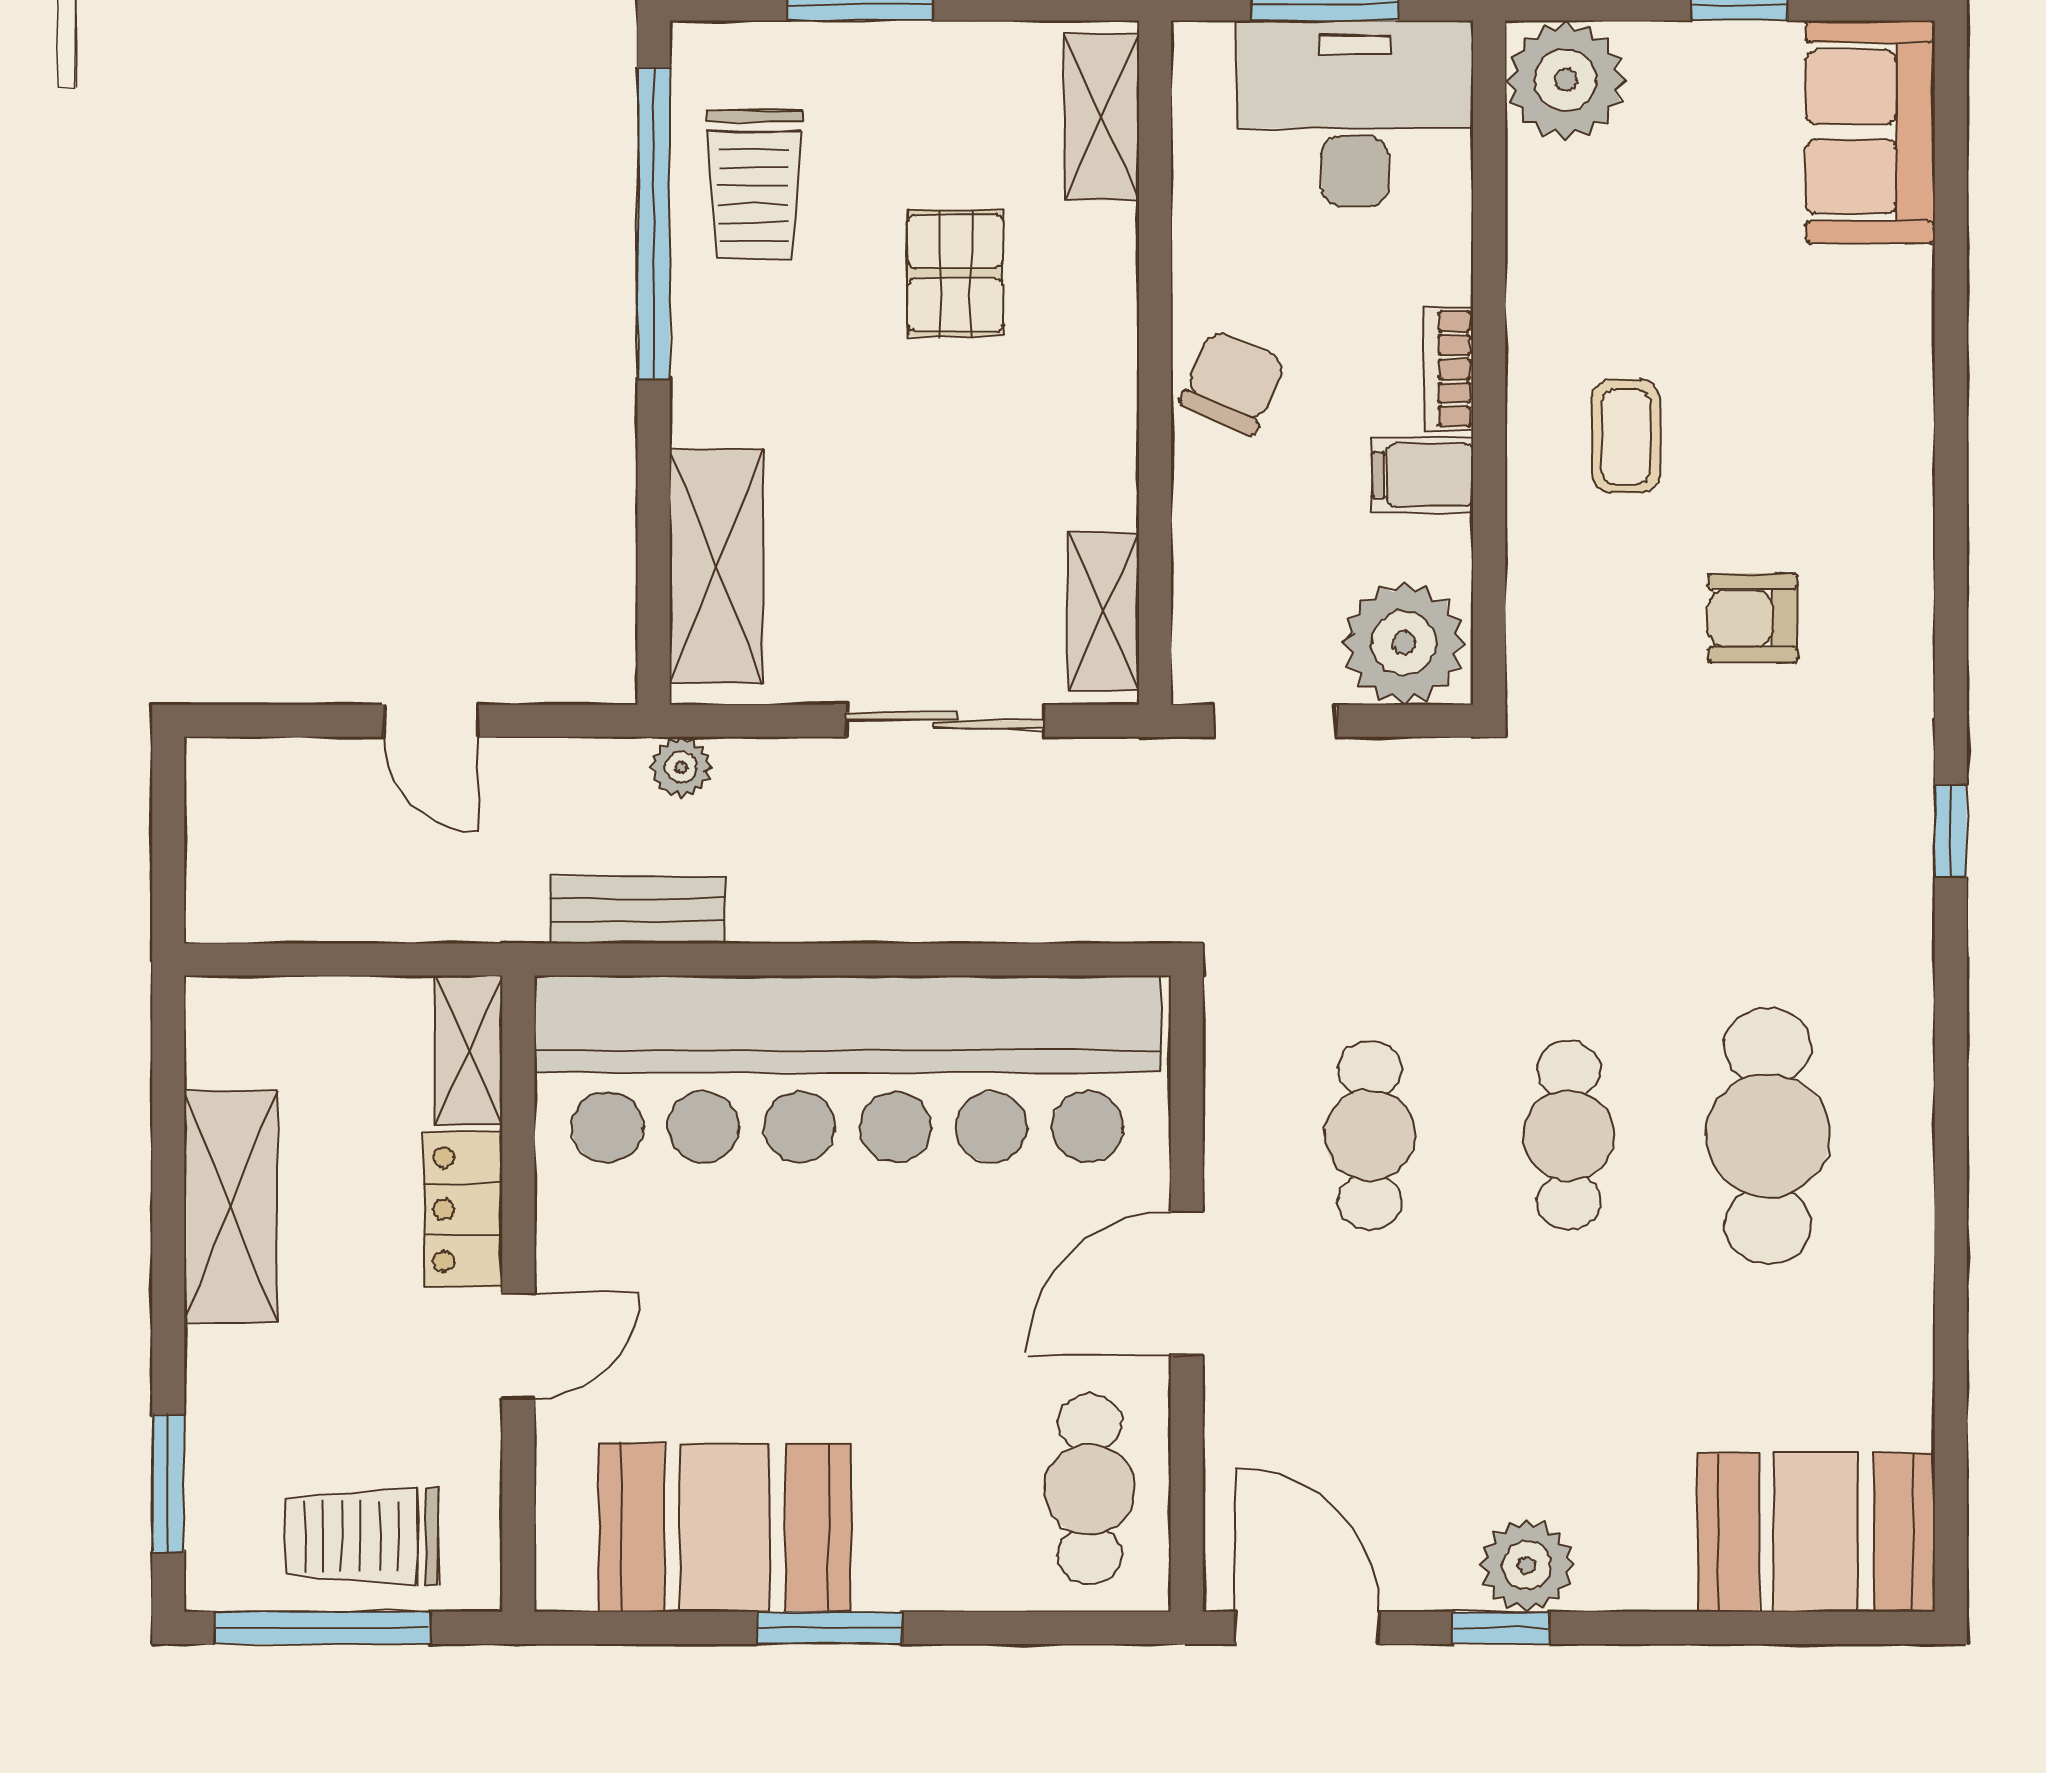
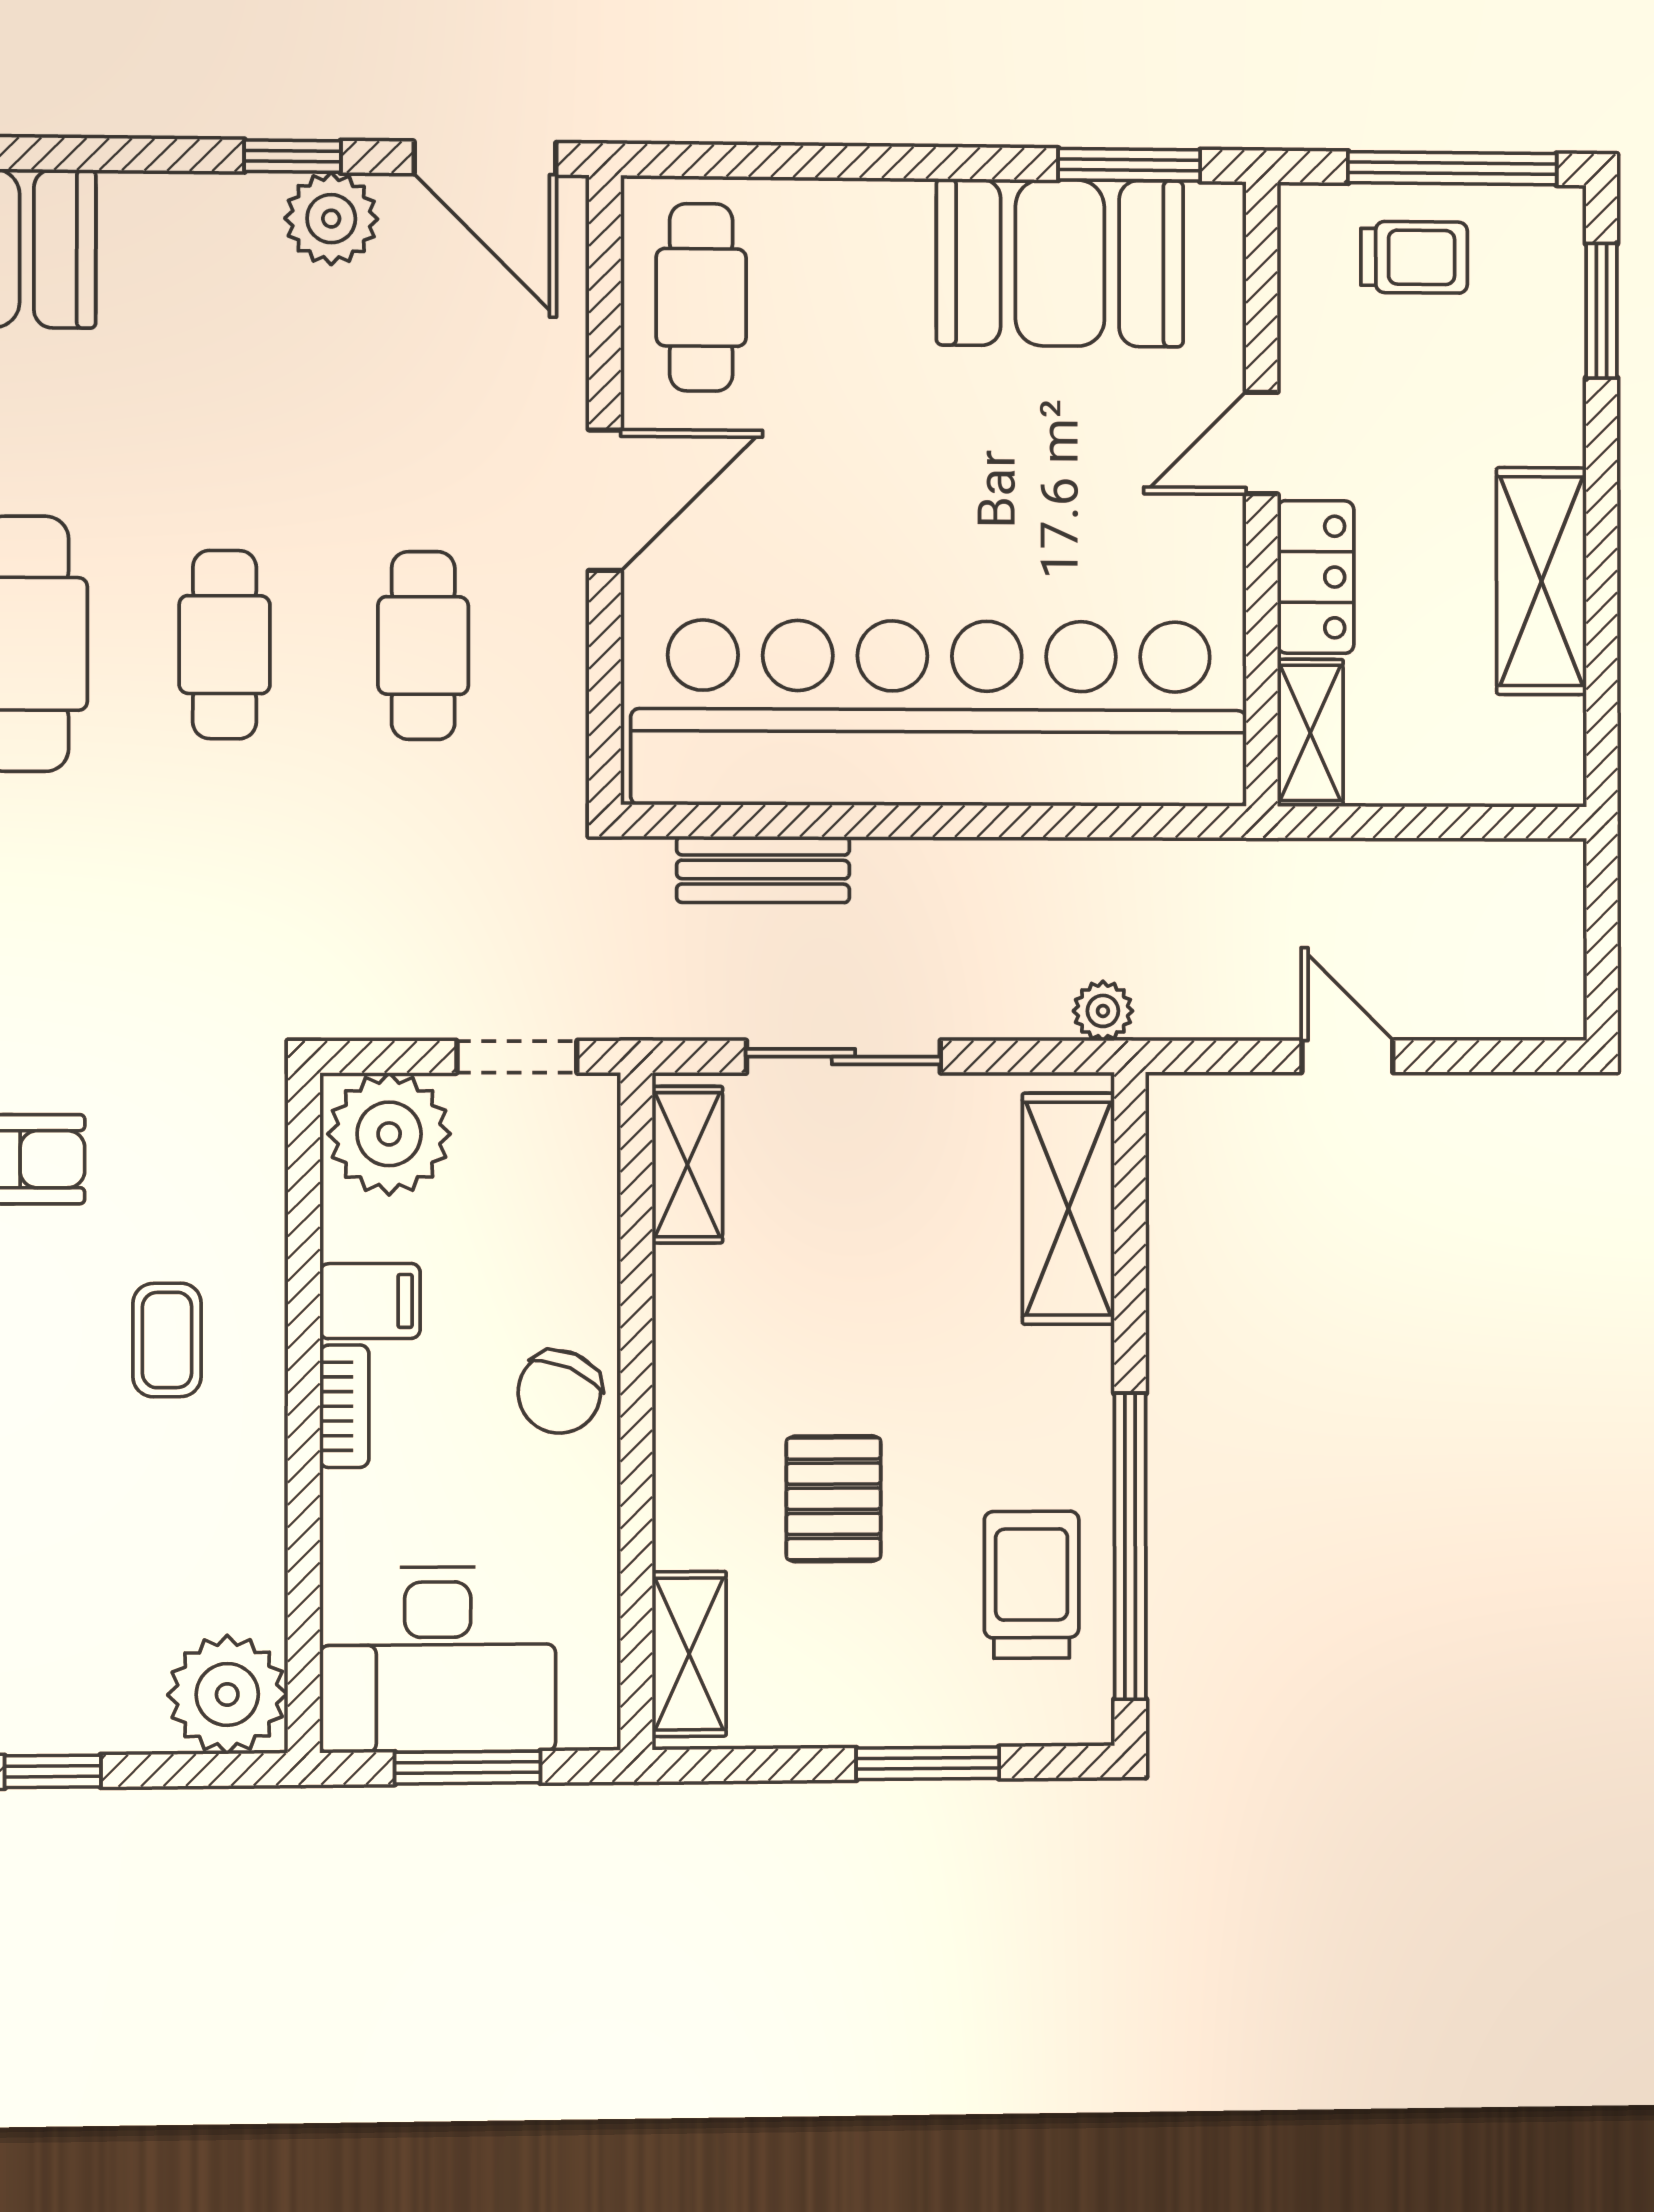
bench: (637, 910) -> (763, 870), moved
trolley: (362, 1536) -> (1414, 257), width x0.73, depth x0.72
plant: (1527, 1565) -> (331, 219), moved
window: (829, 1628) -> (1129, 165), moved

